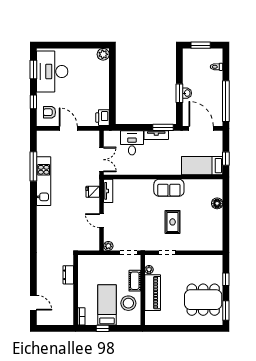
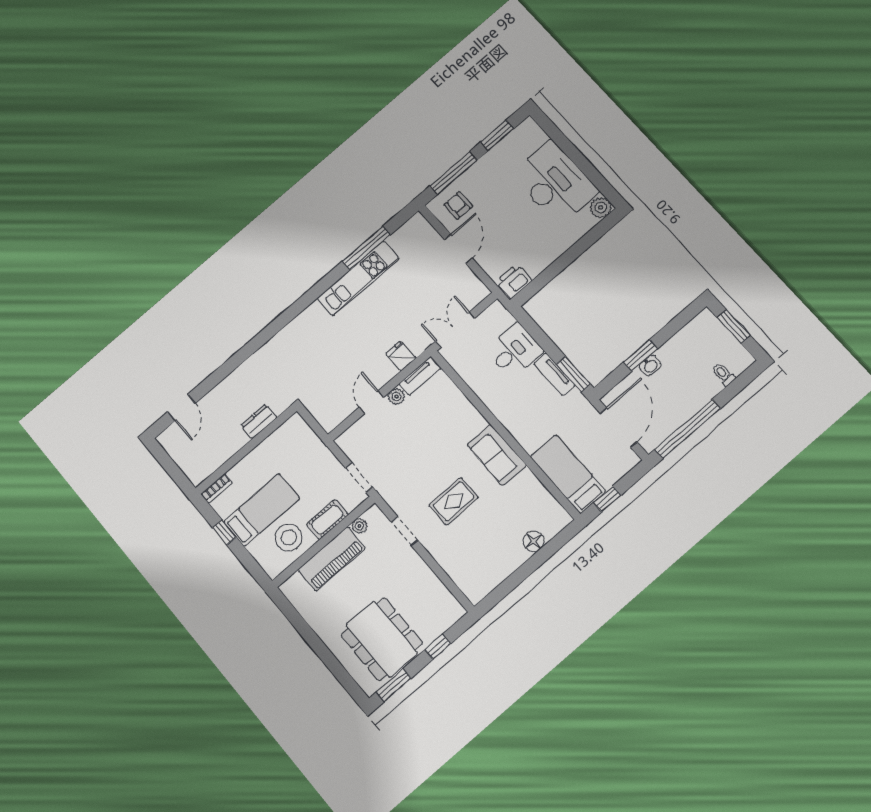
desk: (52, 71) -> (555, 183), moved, turned 90
window: (33, 102) -> (454, 173), width x2.17
double door: (102, 160) -> (455, 330), swing flipped
plant: (108, 246) -> (396, 396), moved

